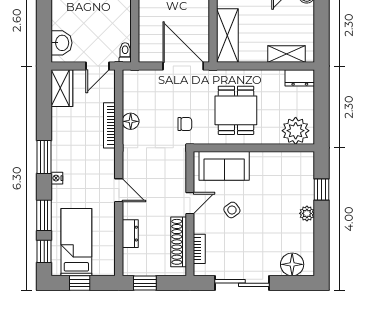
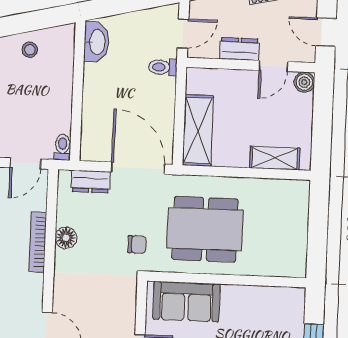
dresser: (300, 78) -> (91, 182), moved
dining table: (236, 110) -> (205, 229), width x1.38
plant: (296, 131) -> (282, 259), removed

